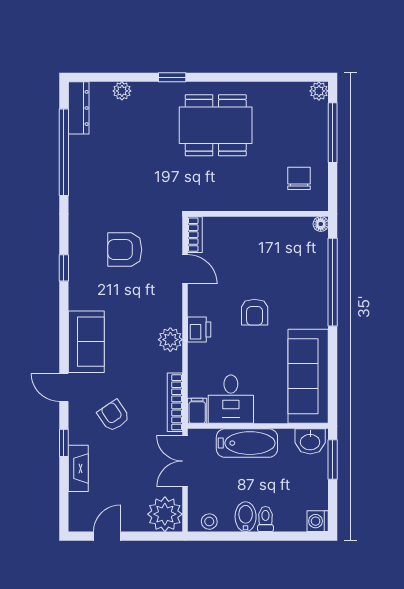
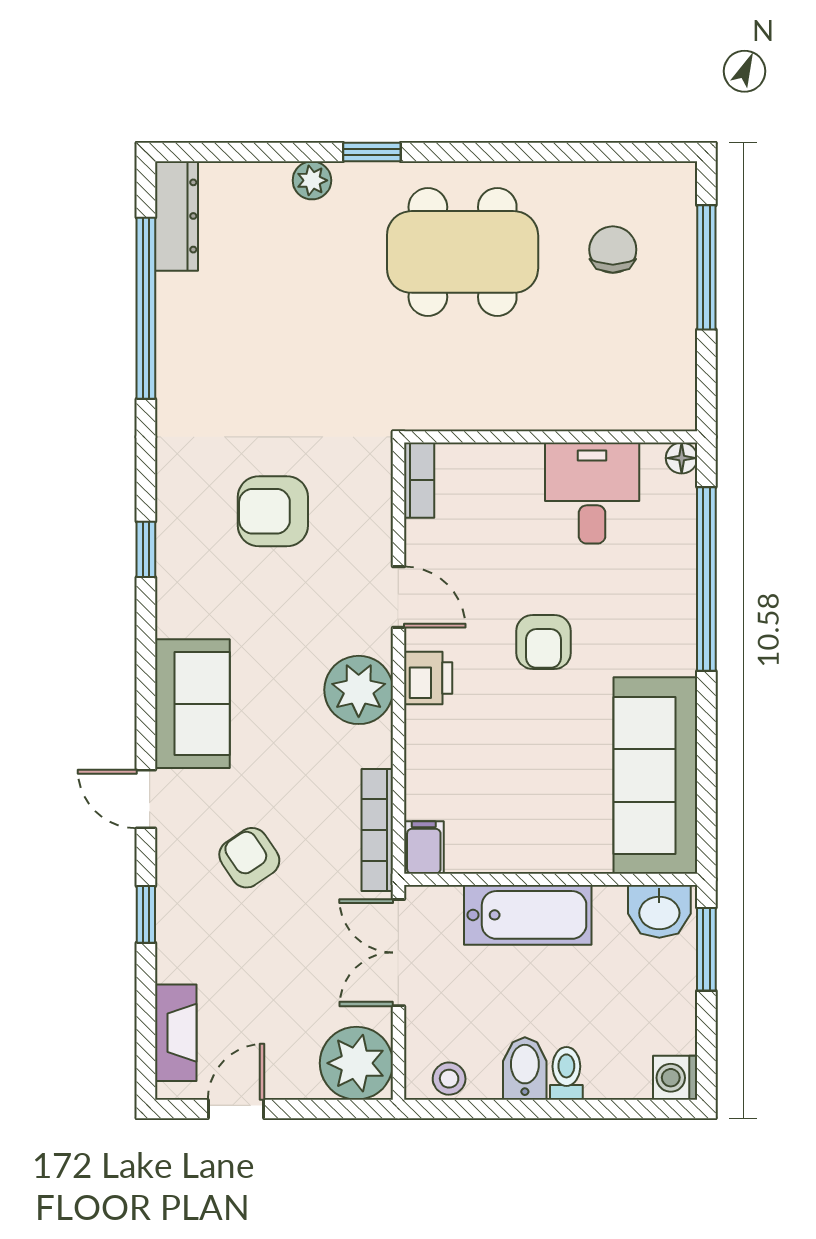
plant: (122, 91) -> (312, 180), moved
plant: (319, 91) -> (678, 181), removed
chair: (299, 178) -> (613, 250), moved
door: (185, 269) -> (398, 597), moved
plant: (170, 340) -> (359, 690), width x1.36, depth x1.36
desk: (231, 399) -> (592, 493), moved, turned 180
fireplace: (78, 468) -> (176, 1033), moved

